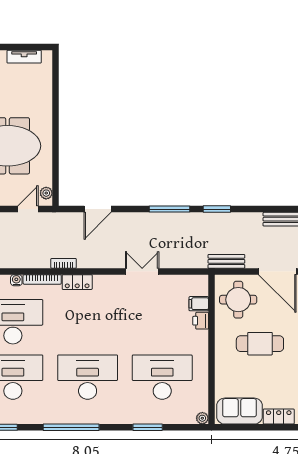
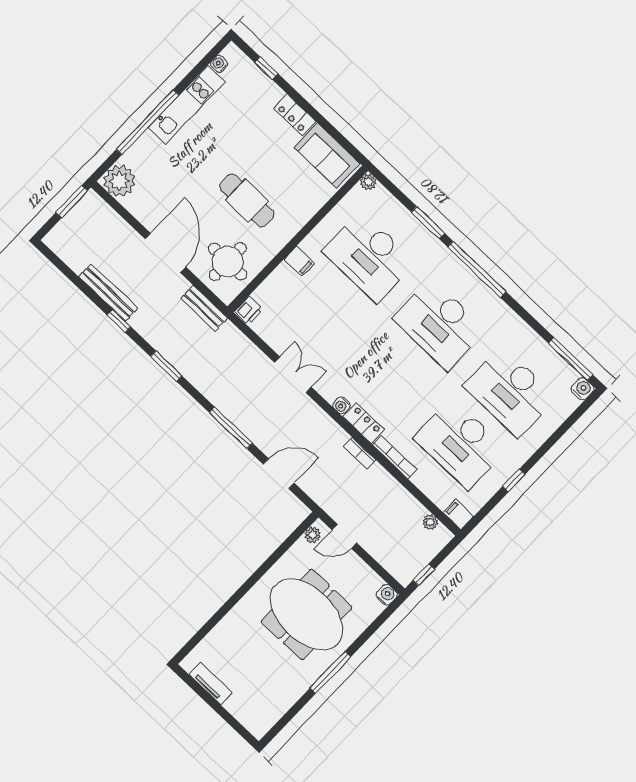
window: (169, 209) -> (231, 428), moved
window: (267, 209) -> (119, 321), added
double door: (142, 271) -> (293, 375), swing flipped
water cooler: (16, 280) -> (342, 405), moved
filing cabinet: (199, 304) -> (299, 261), moved
printer: (201, 321) -> (249, 310), moved
window: (71, 427) -> (477, 269), moved

